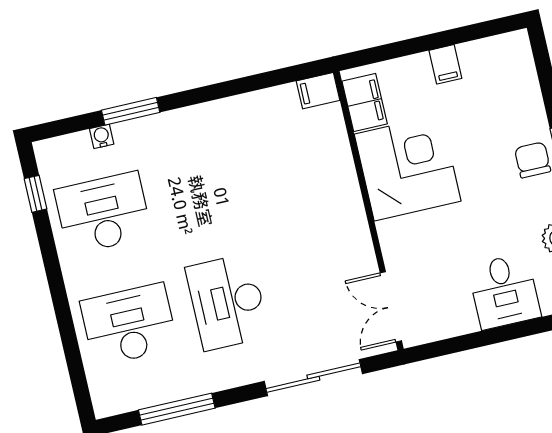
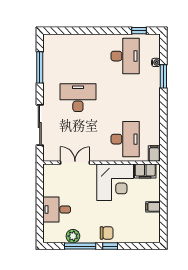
double door: (391, 307) -> (75, 163), moved
desk: (129, 325) -> (125, 139), moved

